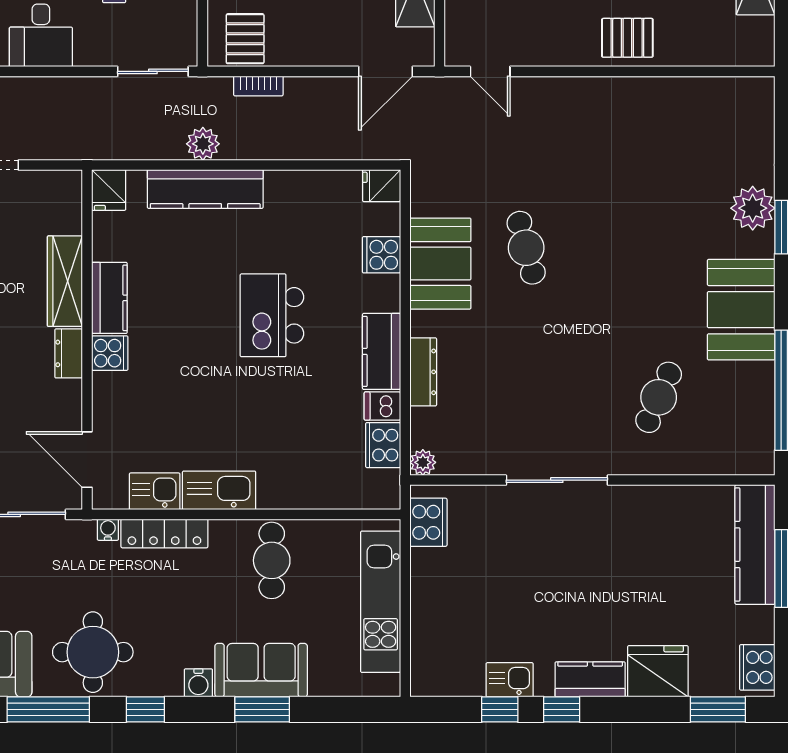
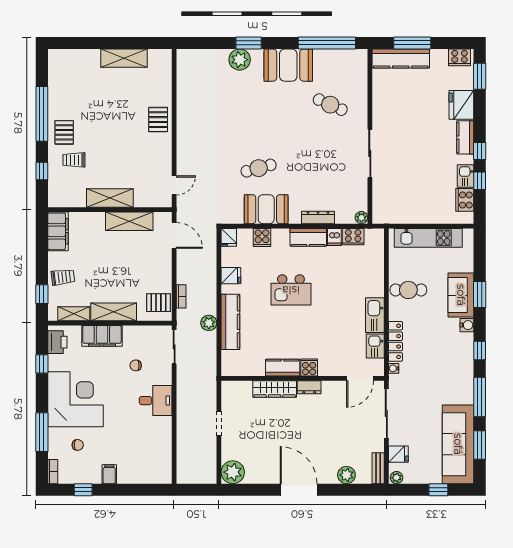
fridge: (109, 190) -> (231, 276), moved
cooker: (428, 522) -> (465, 200), moved, turned -90
round table: (93, 652) -> (452, 376), removed

